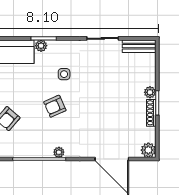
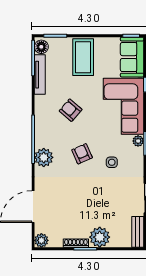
plant: (150, 92) -> (100, 237), width x1.88, depth x1.88
plant: (59, 152) -> (44, 157), width x1.88, depth x1.88

